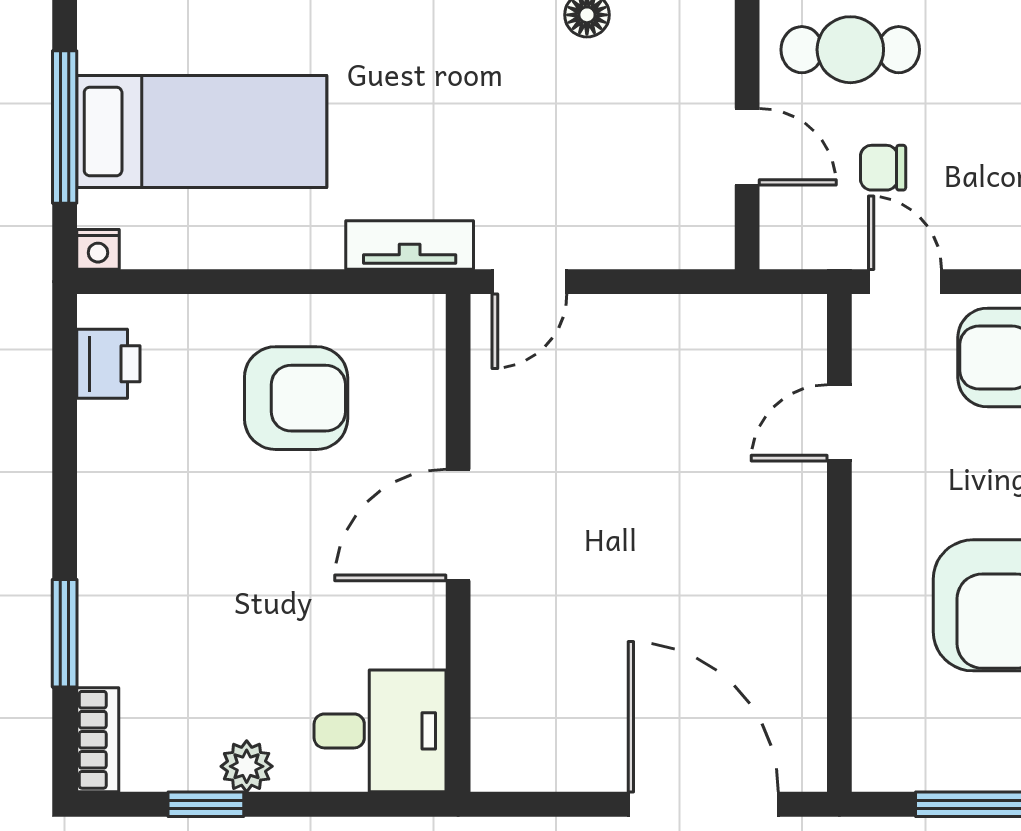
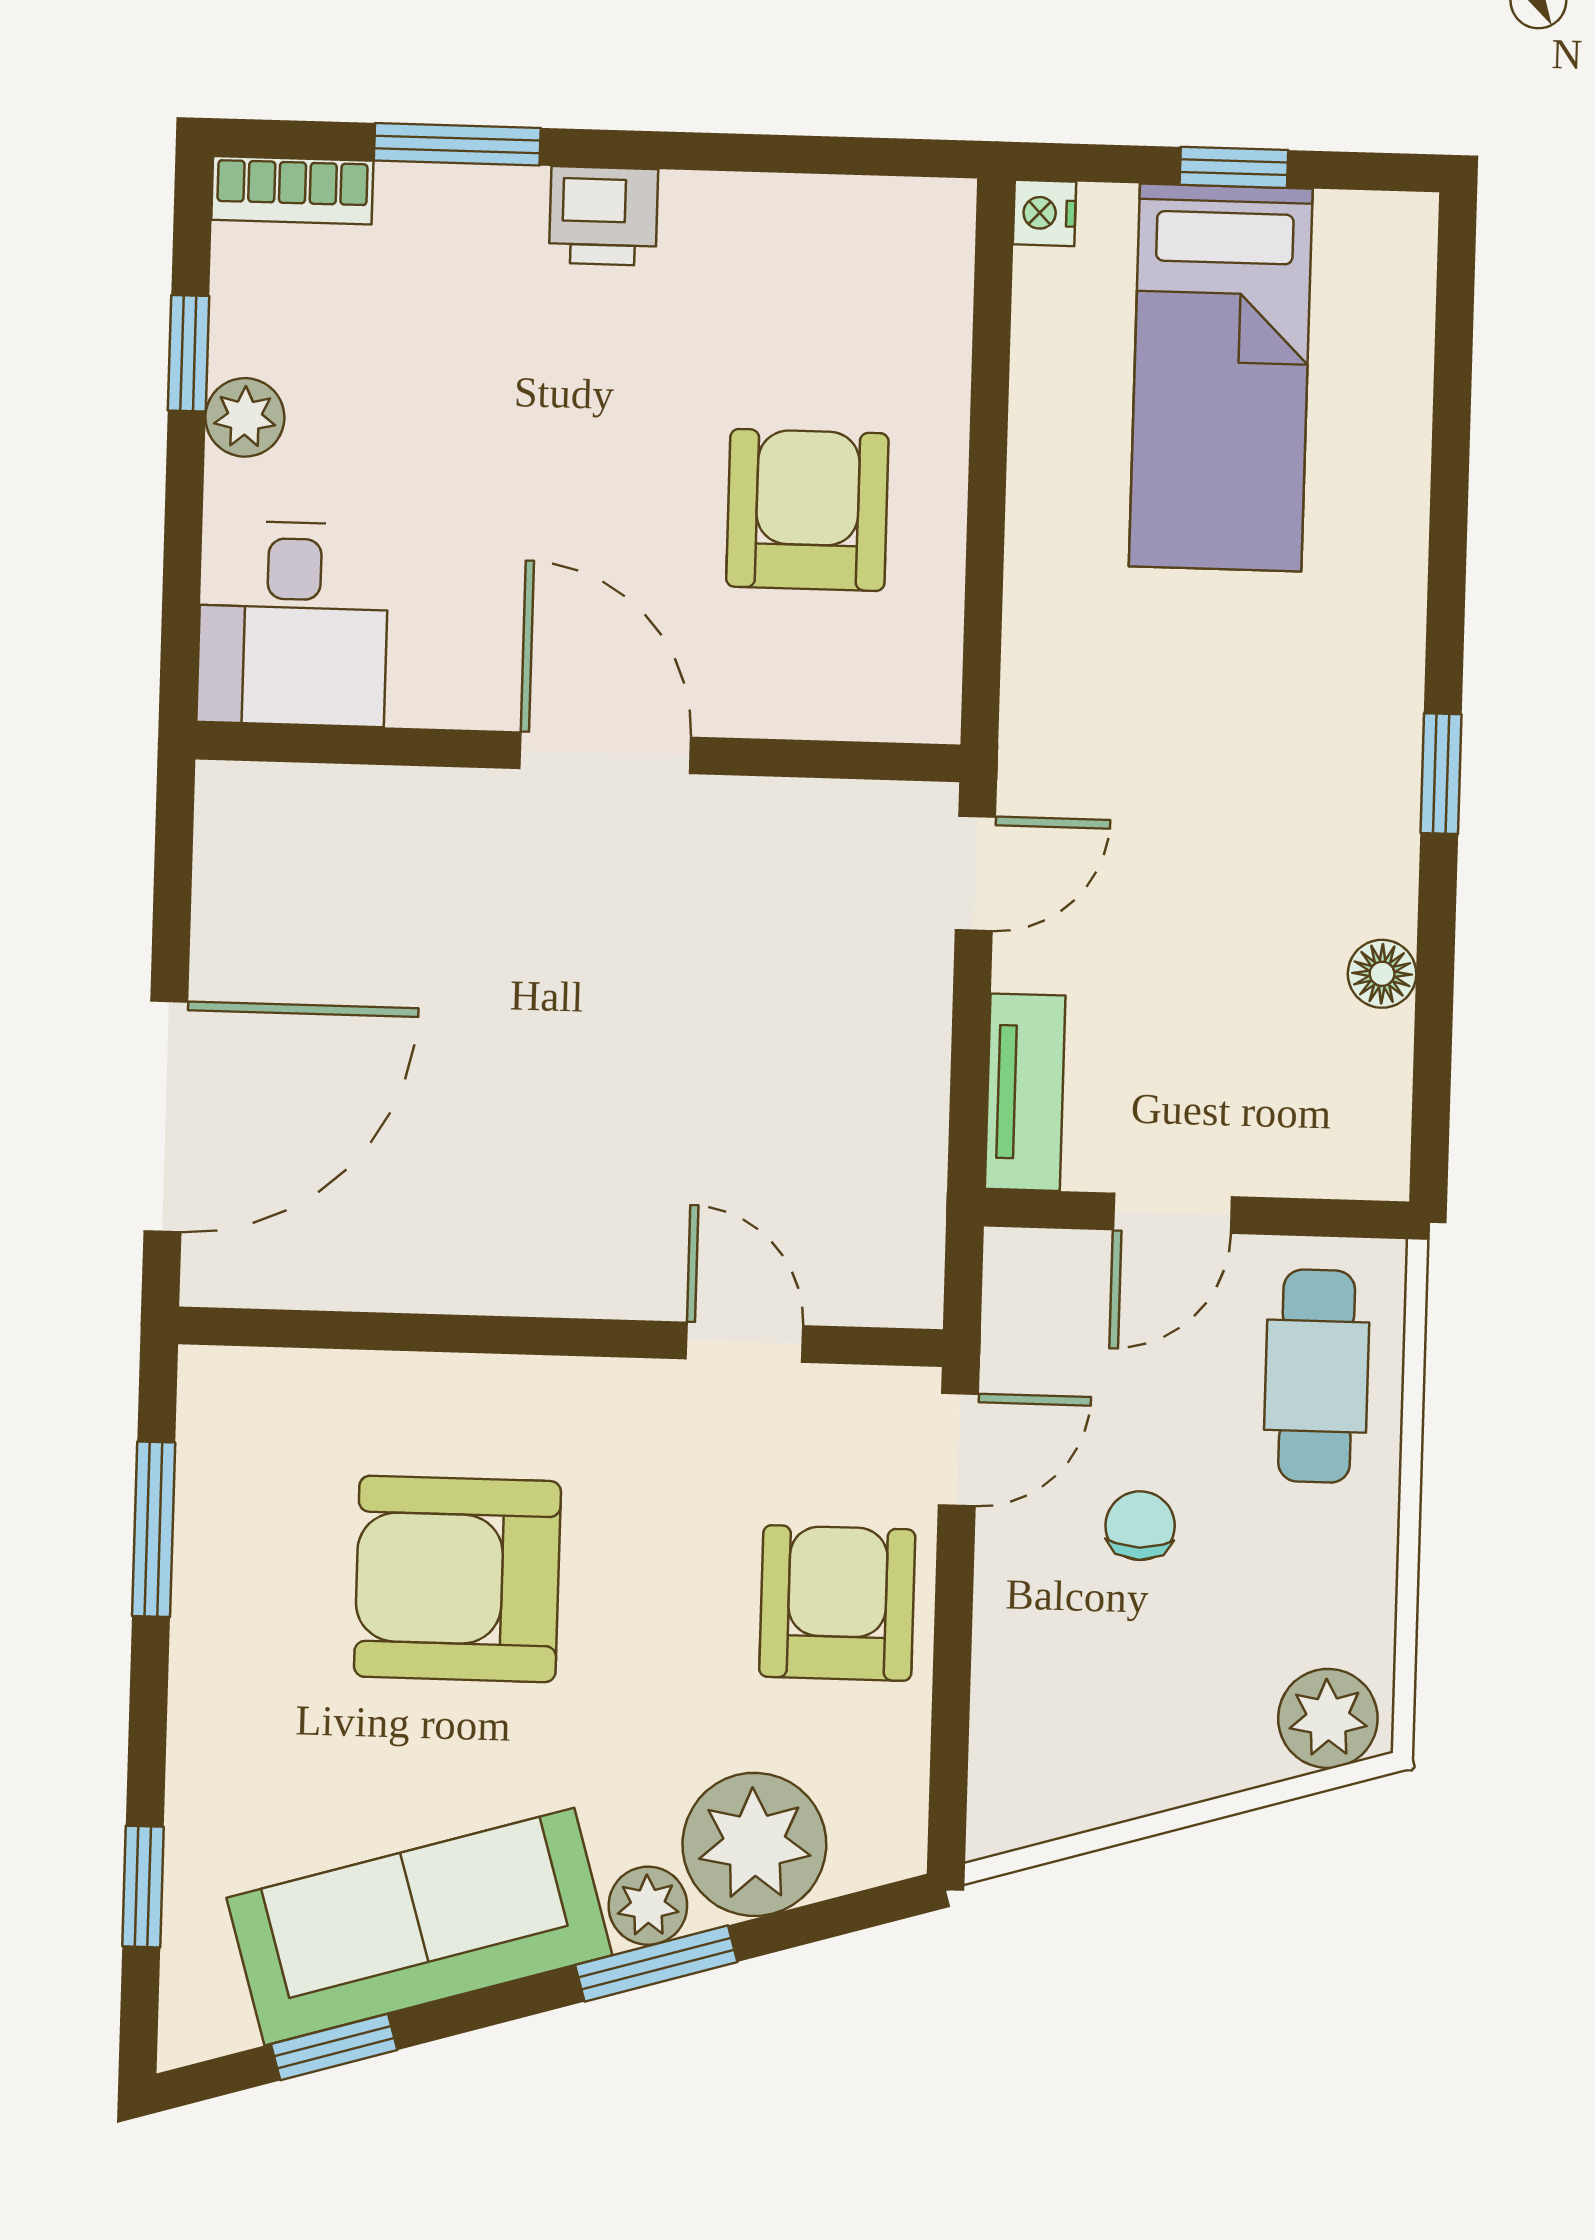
window: (65, 127) -> (1234, 167), width x0.46
chair: (883, 168) -> (1140, 1526), moved
tv unit: (410, 245) -> (1025, 1092), moved
door: (529, 282) -> (975, 873), swing flipped
printer: (108, 364) -> (603, 216), moved
armchair: (296, 398) -> (807, 510), turned 180

